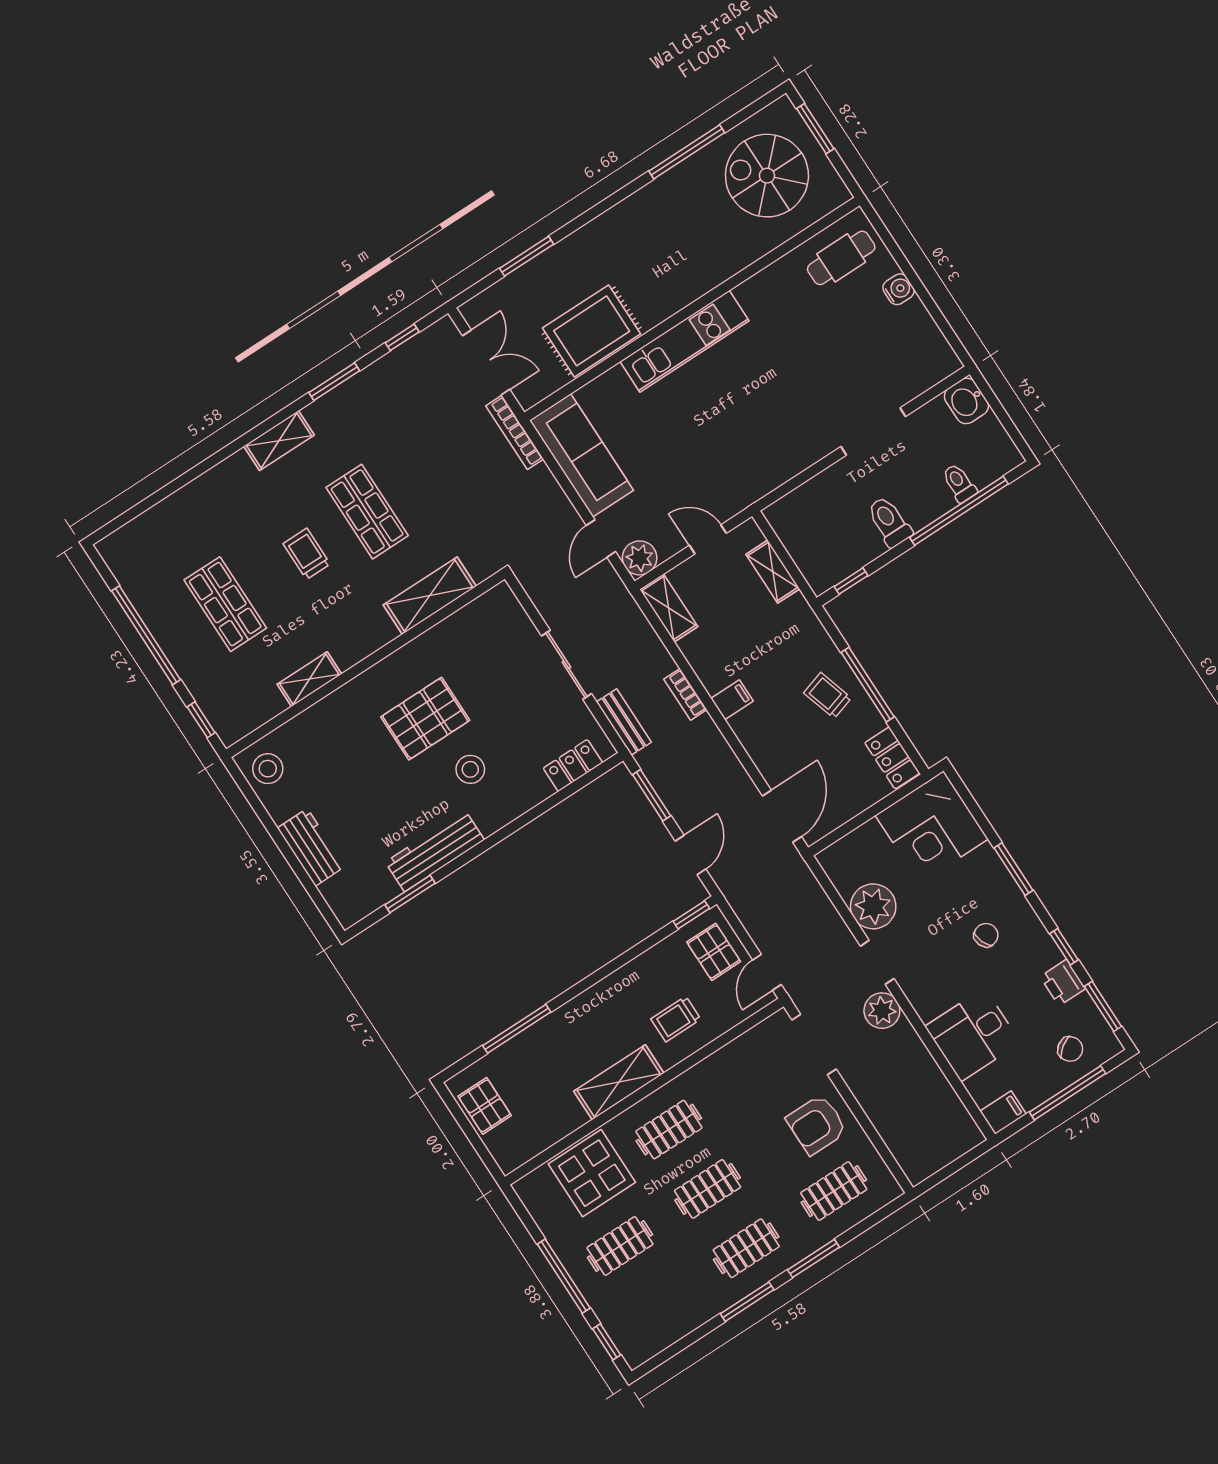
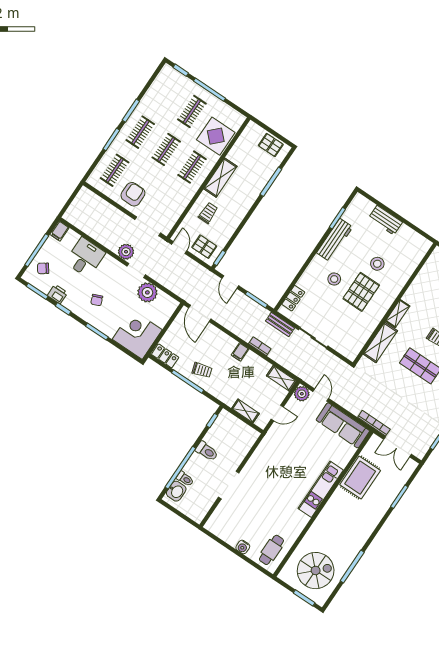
washbasin: (966, 401) -> (176, 491), moved, turned 90
shelving: (309, 679) -> (398, 314), moved
stool: (268, 769) -> (377, 264), moved

